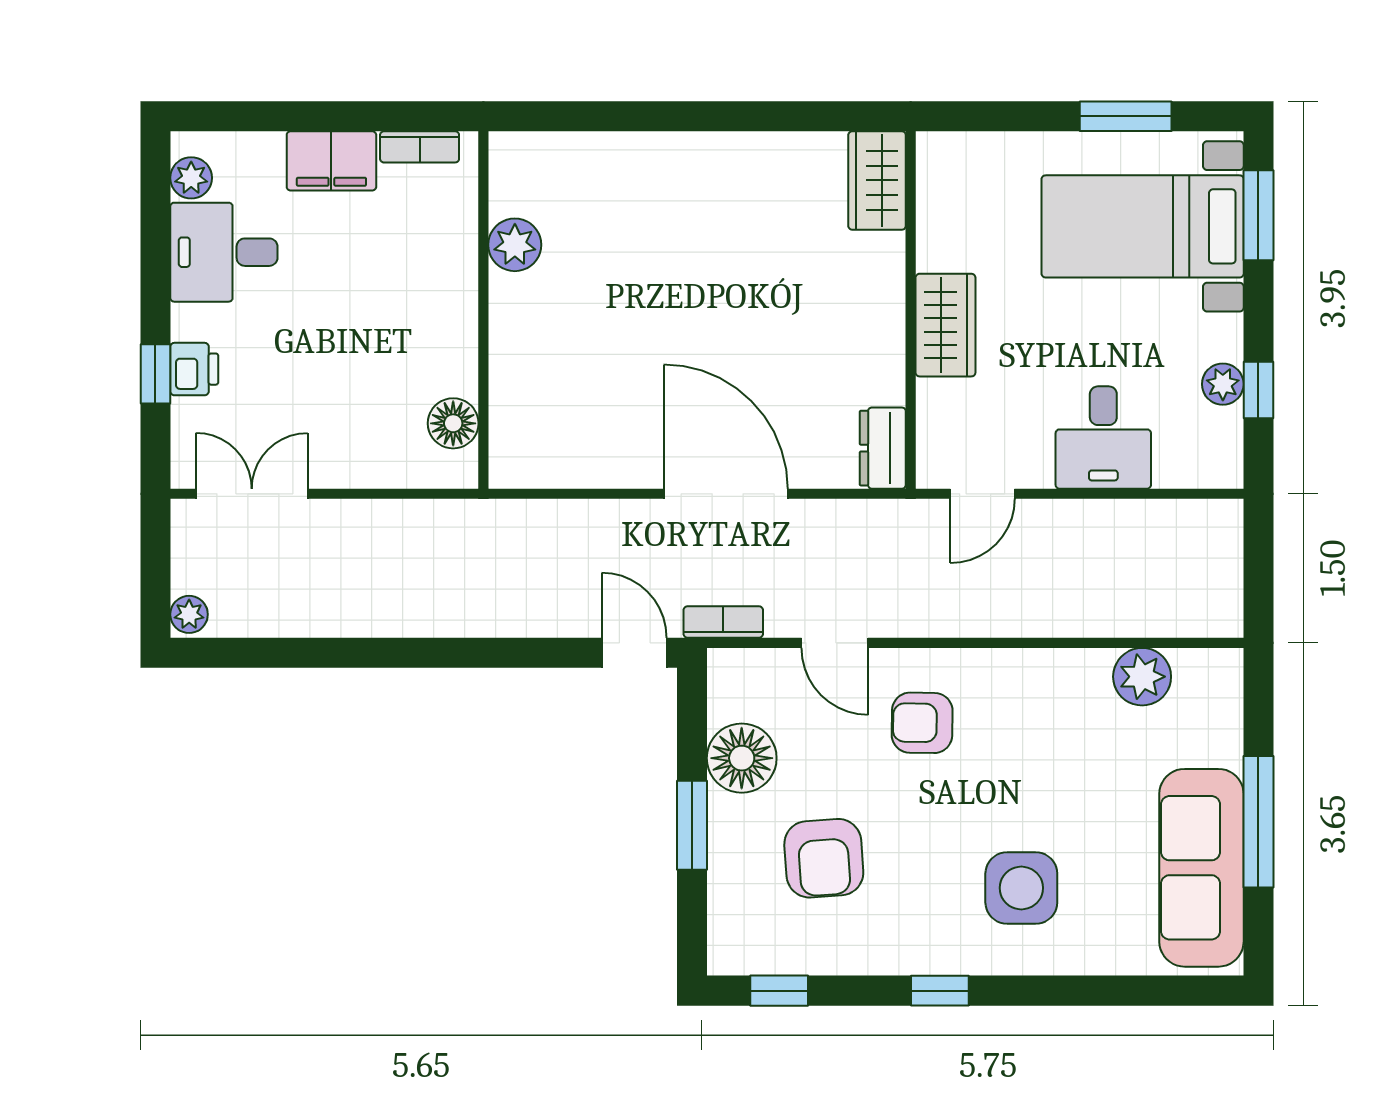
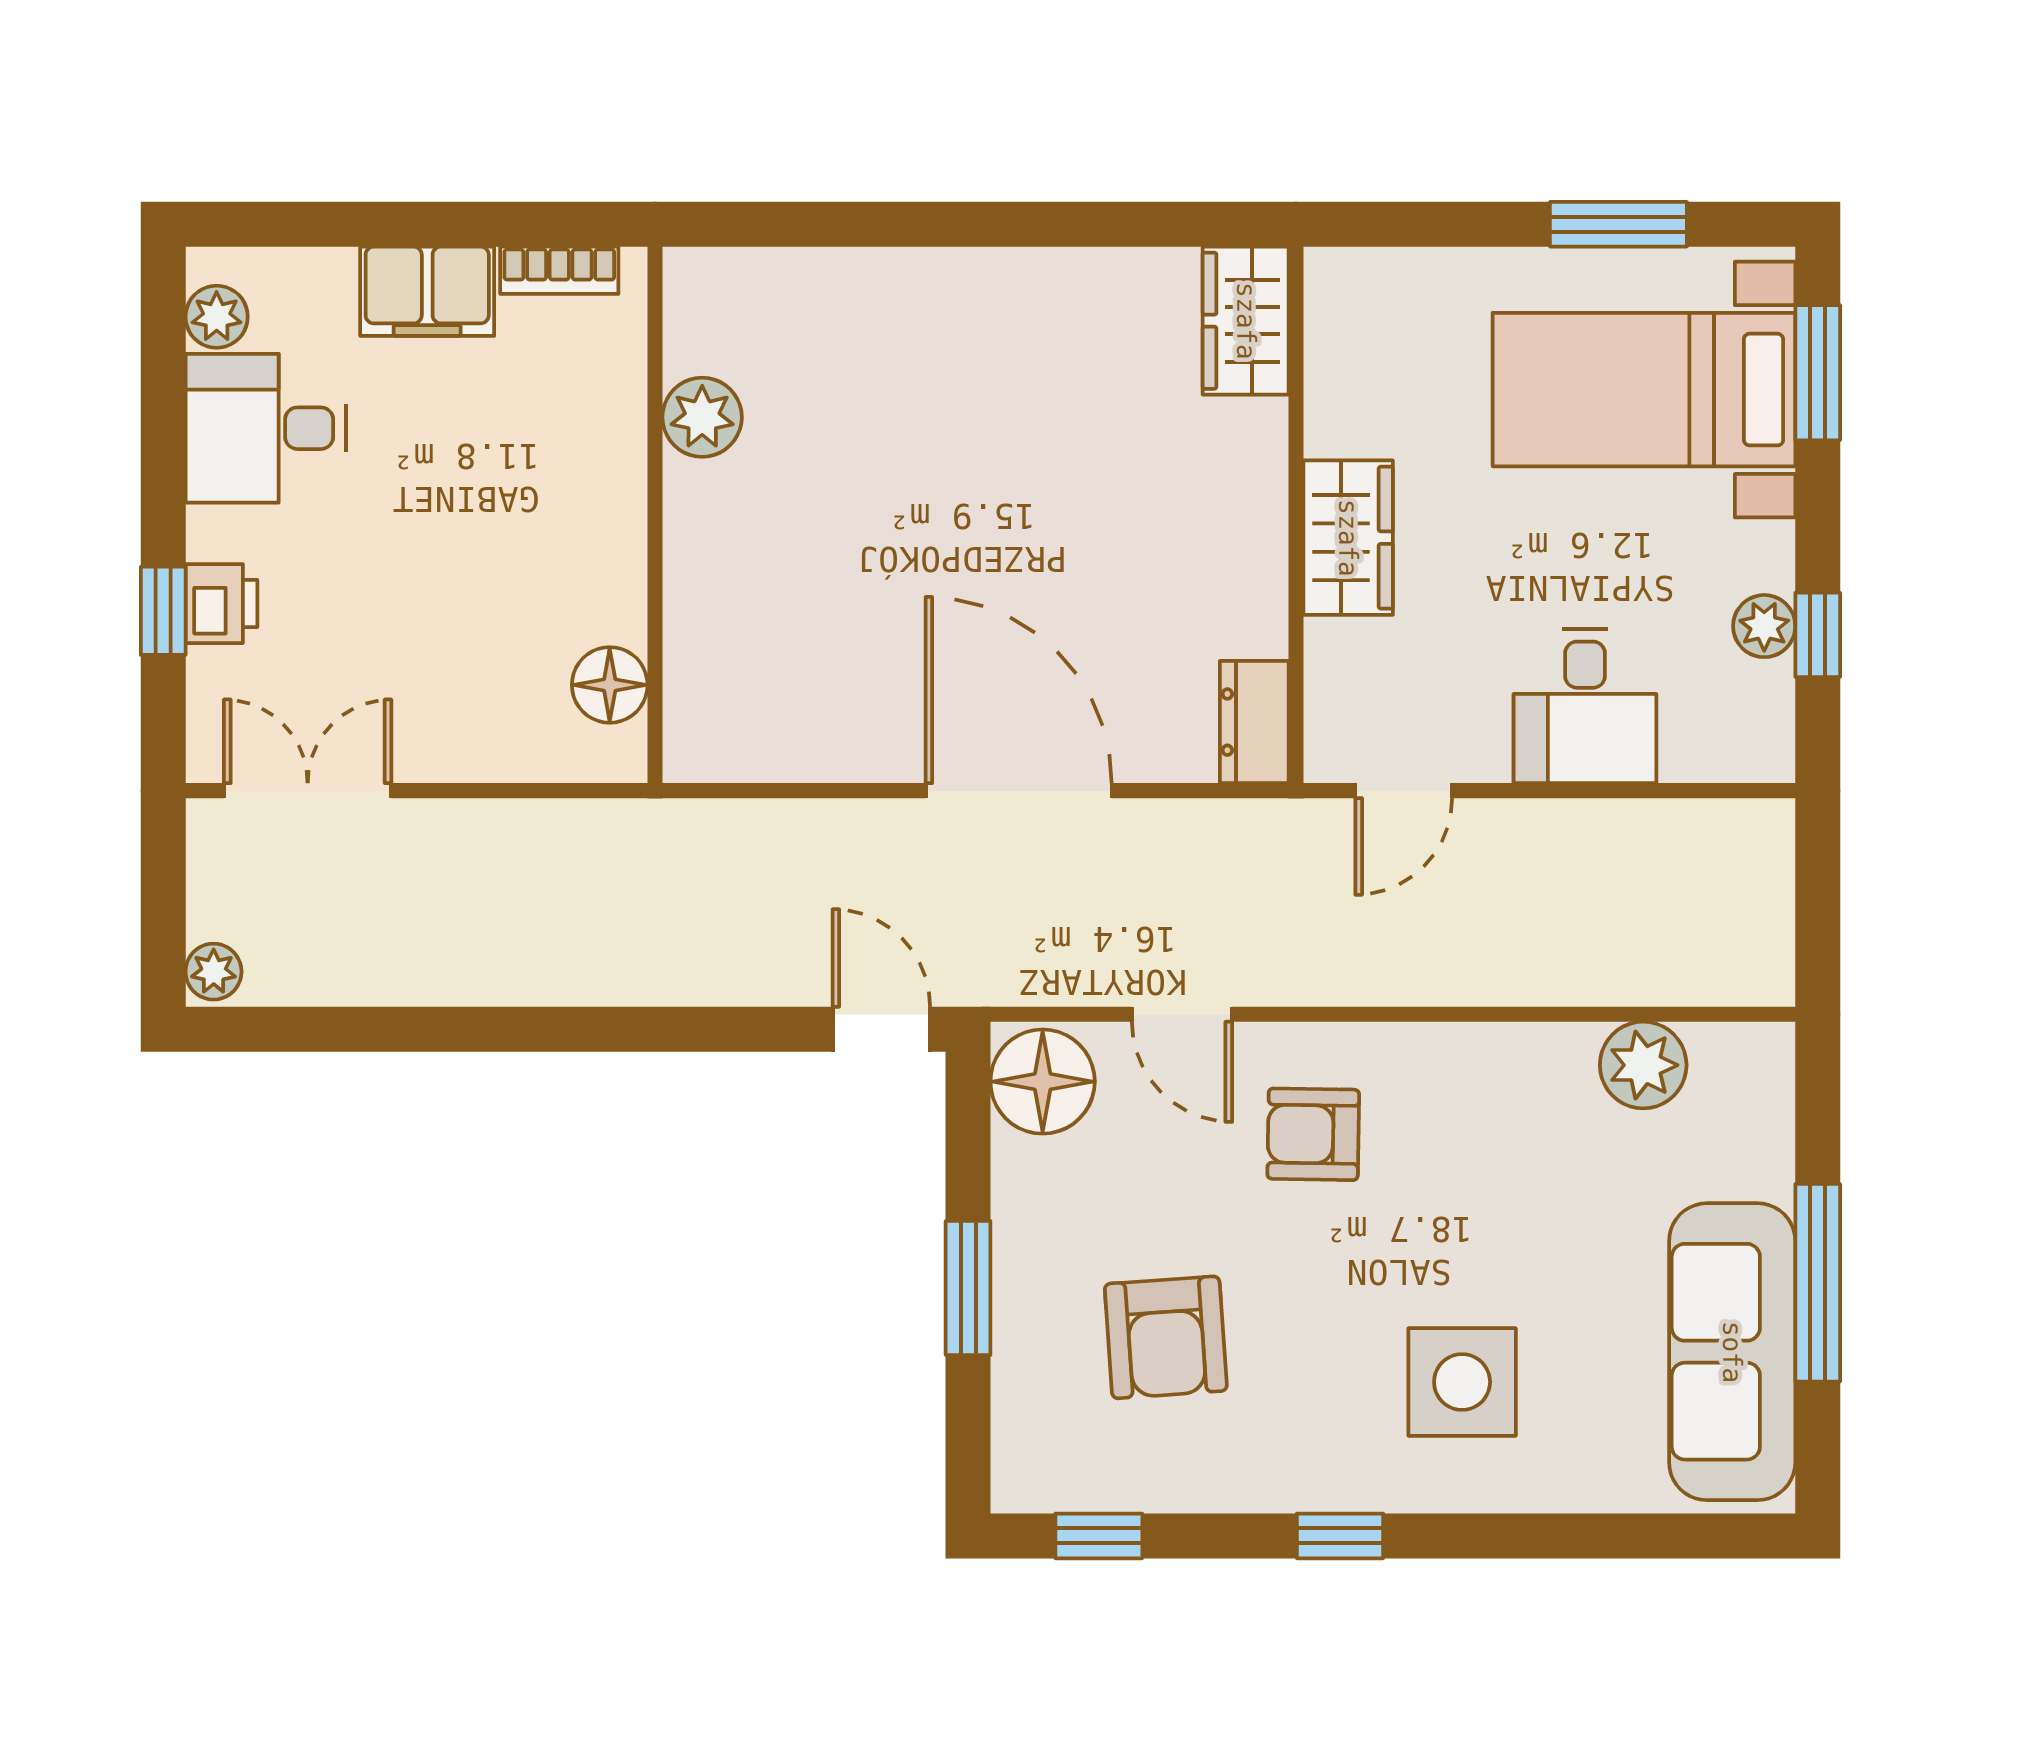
bookcase: (723, 622) -> (1015, 983), removed
floor lamp: (742, 758) -> (1043, 1082), moved

